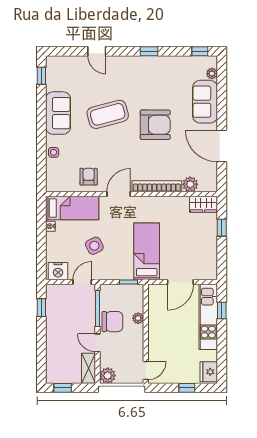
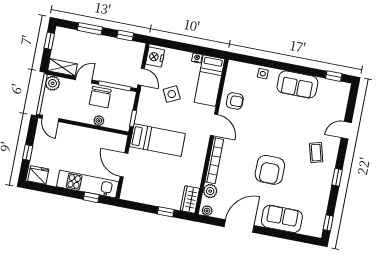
plant: (212, 74) -> (207, 211), moved
coffee table: (108, 114) -> (316, 153), moved, width x0.54, depth x0.58
window: (41, 347) -> (90, 29), added

